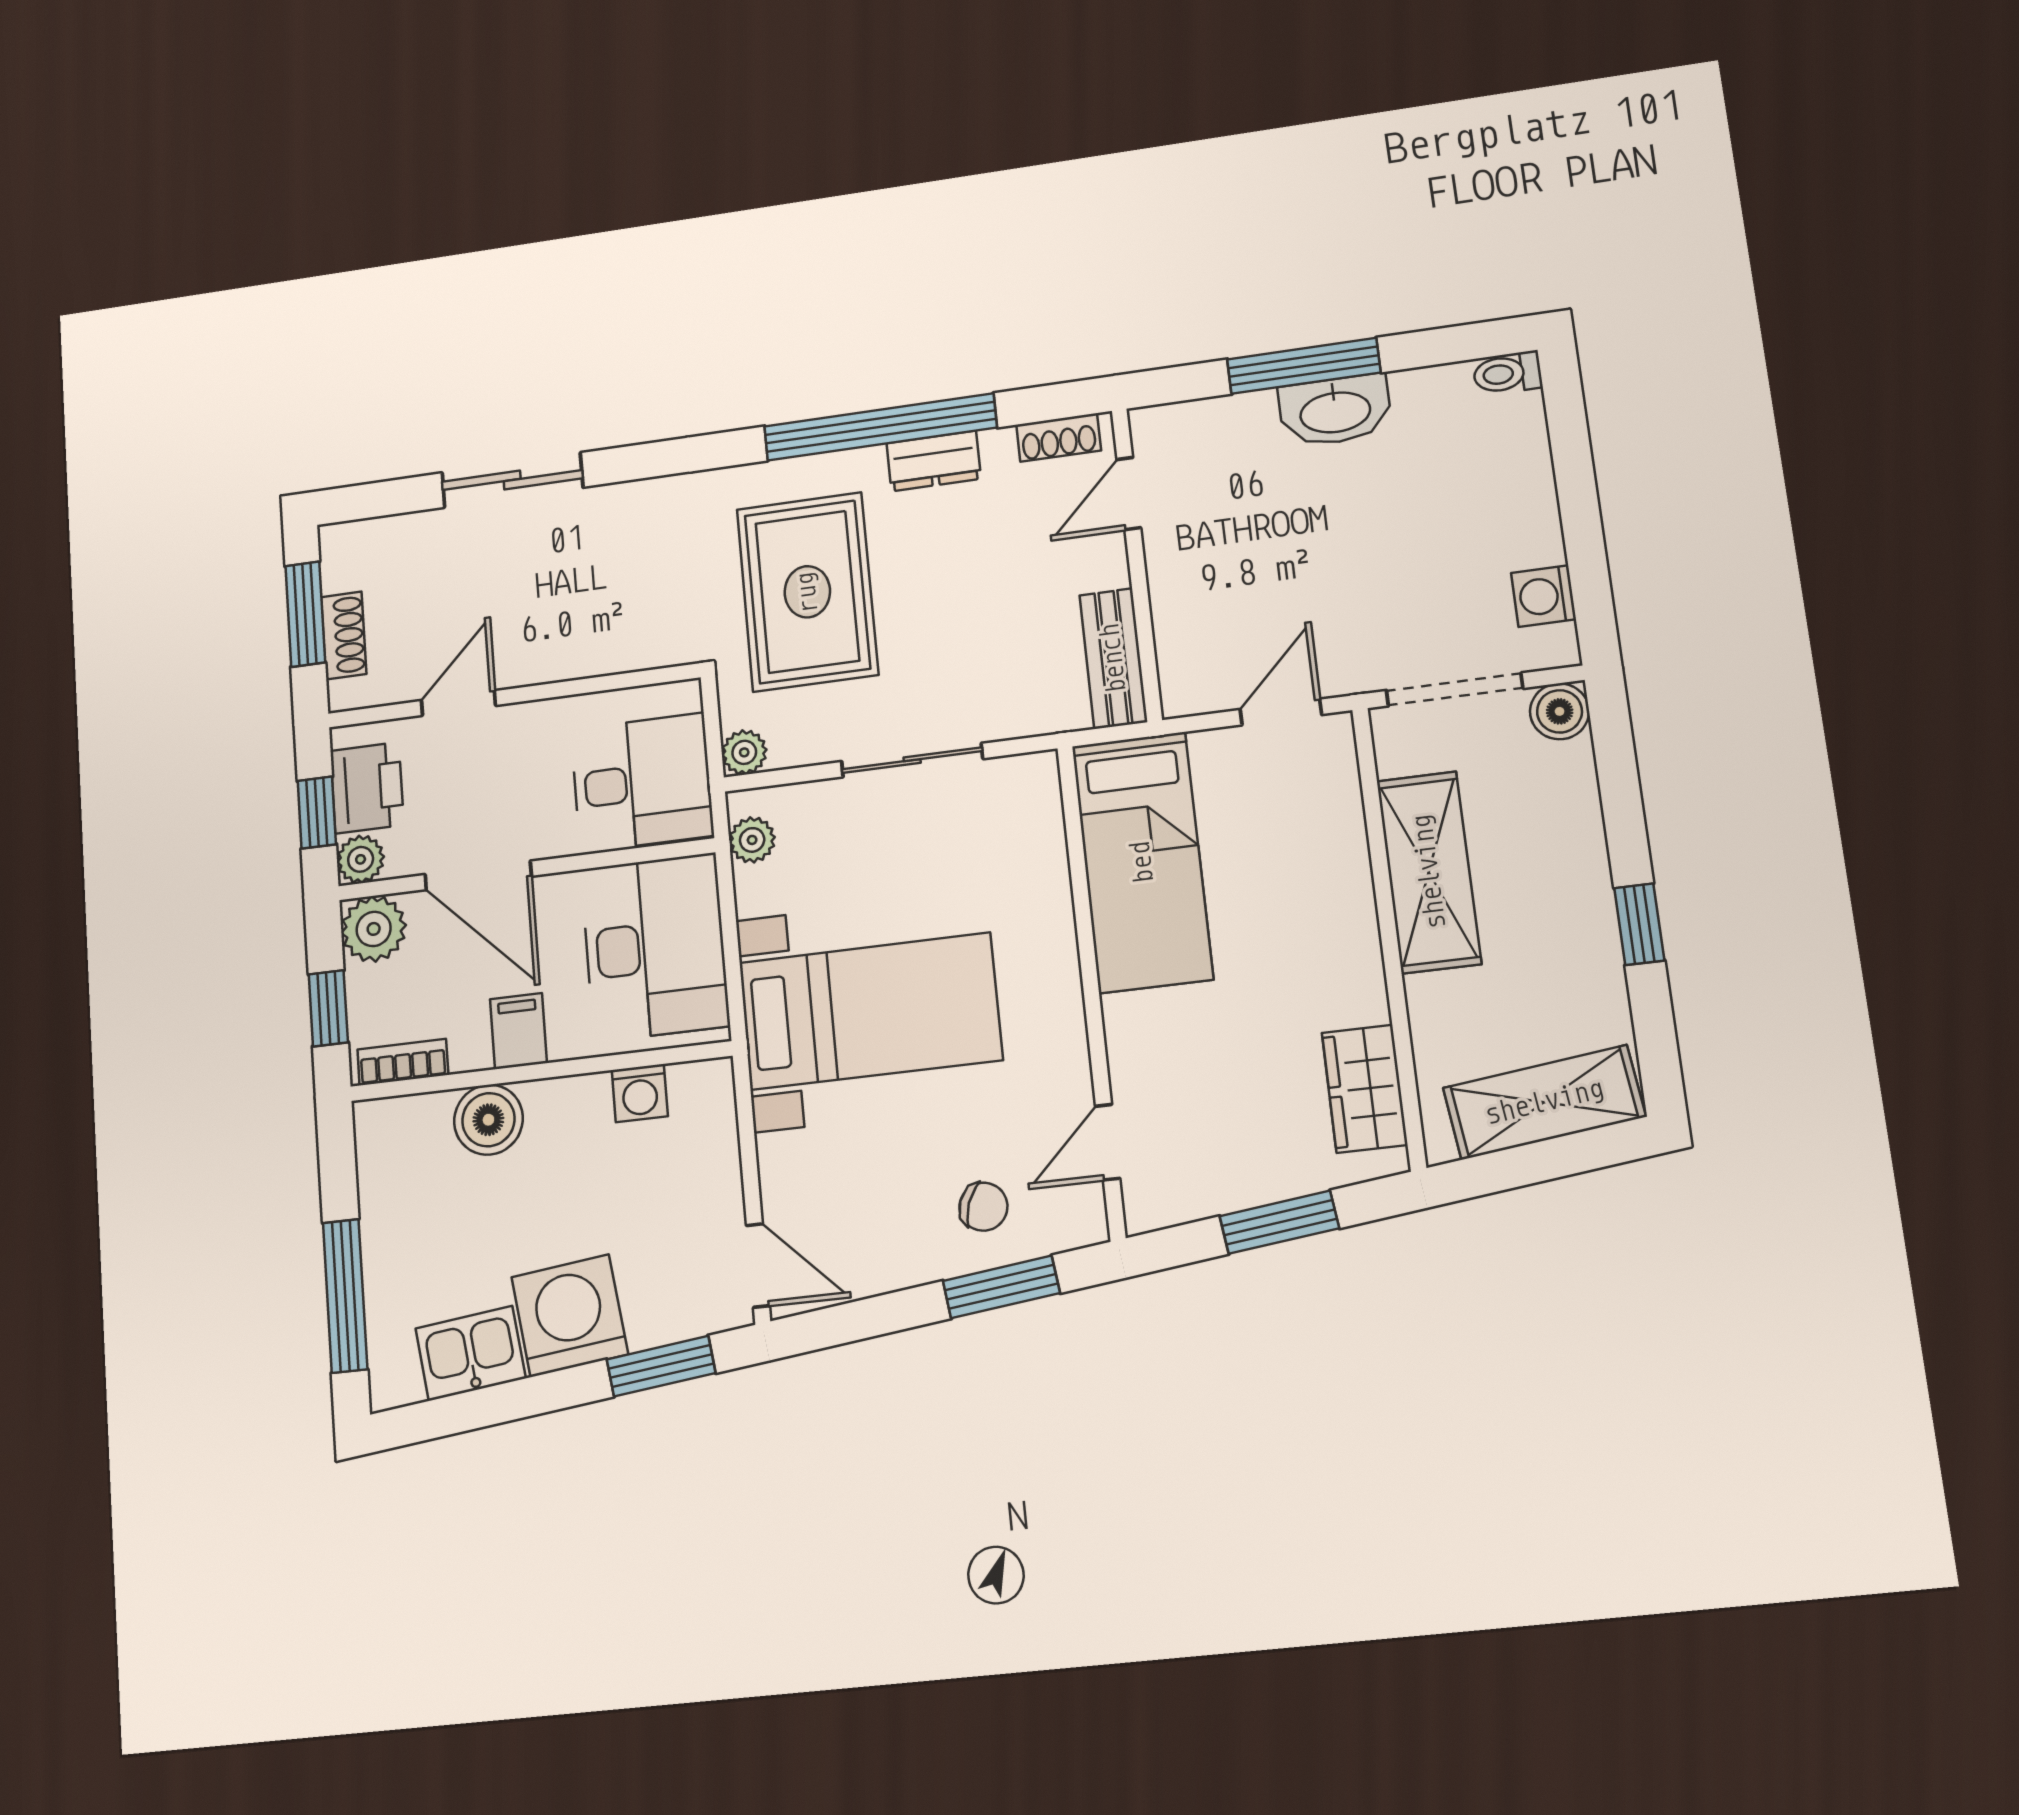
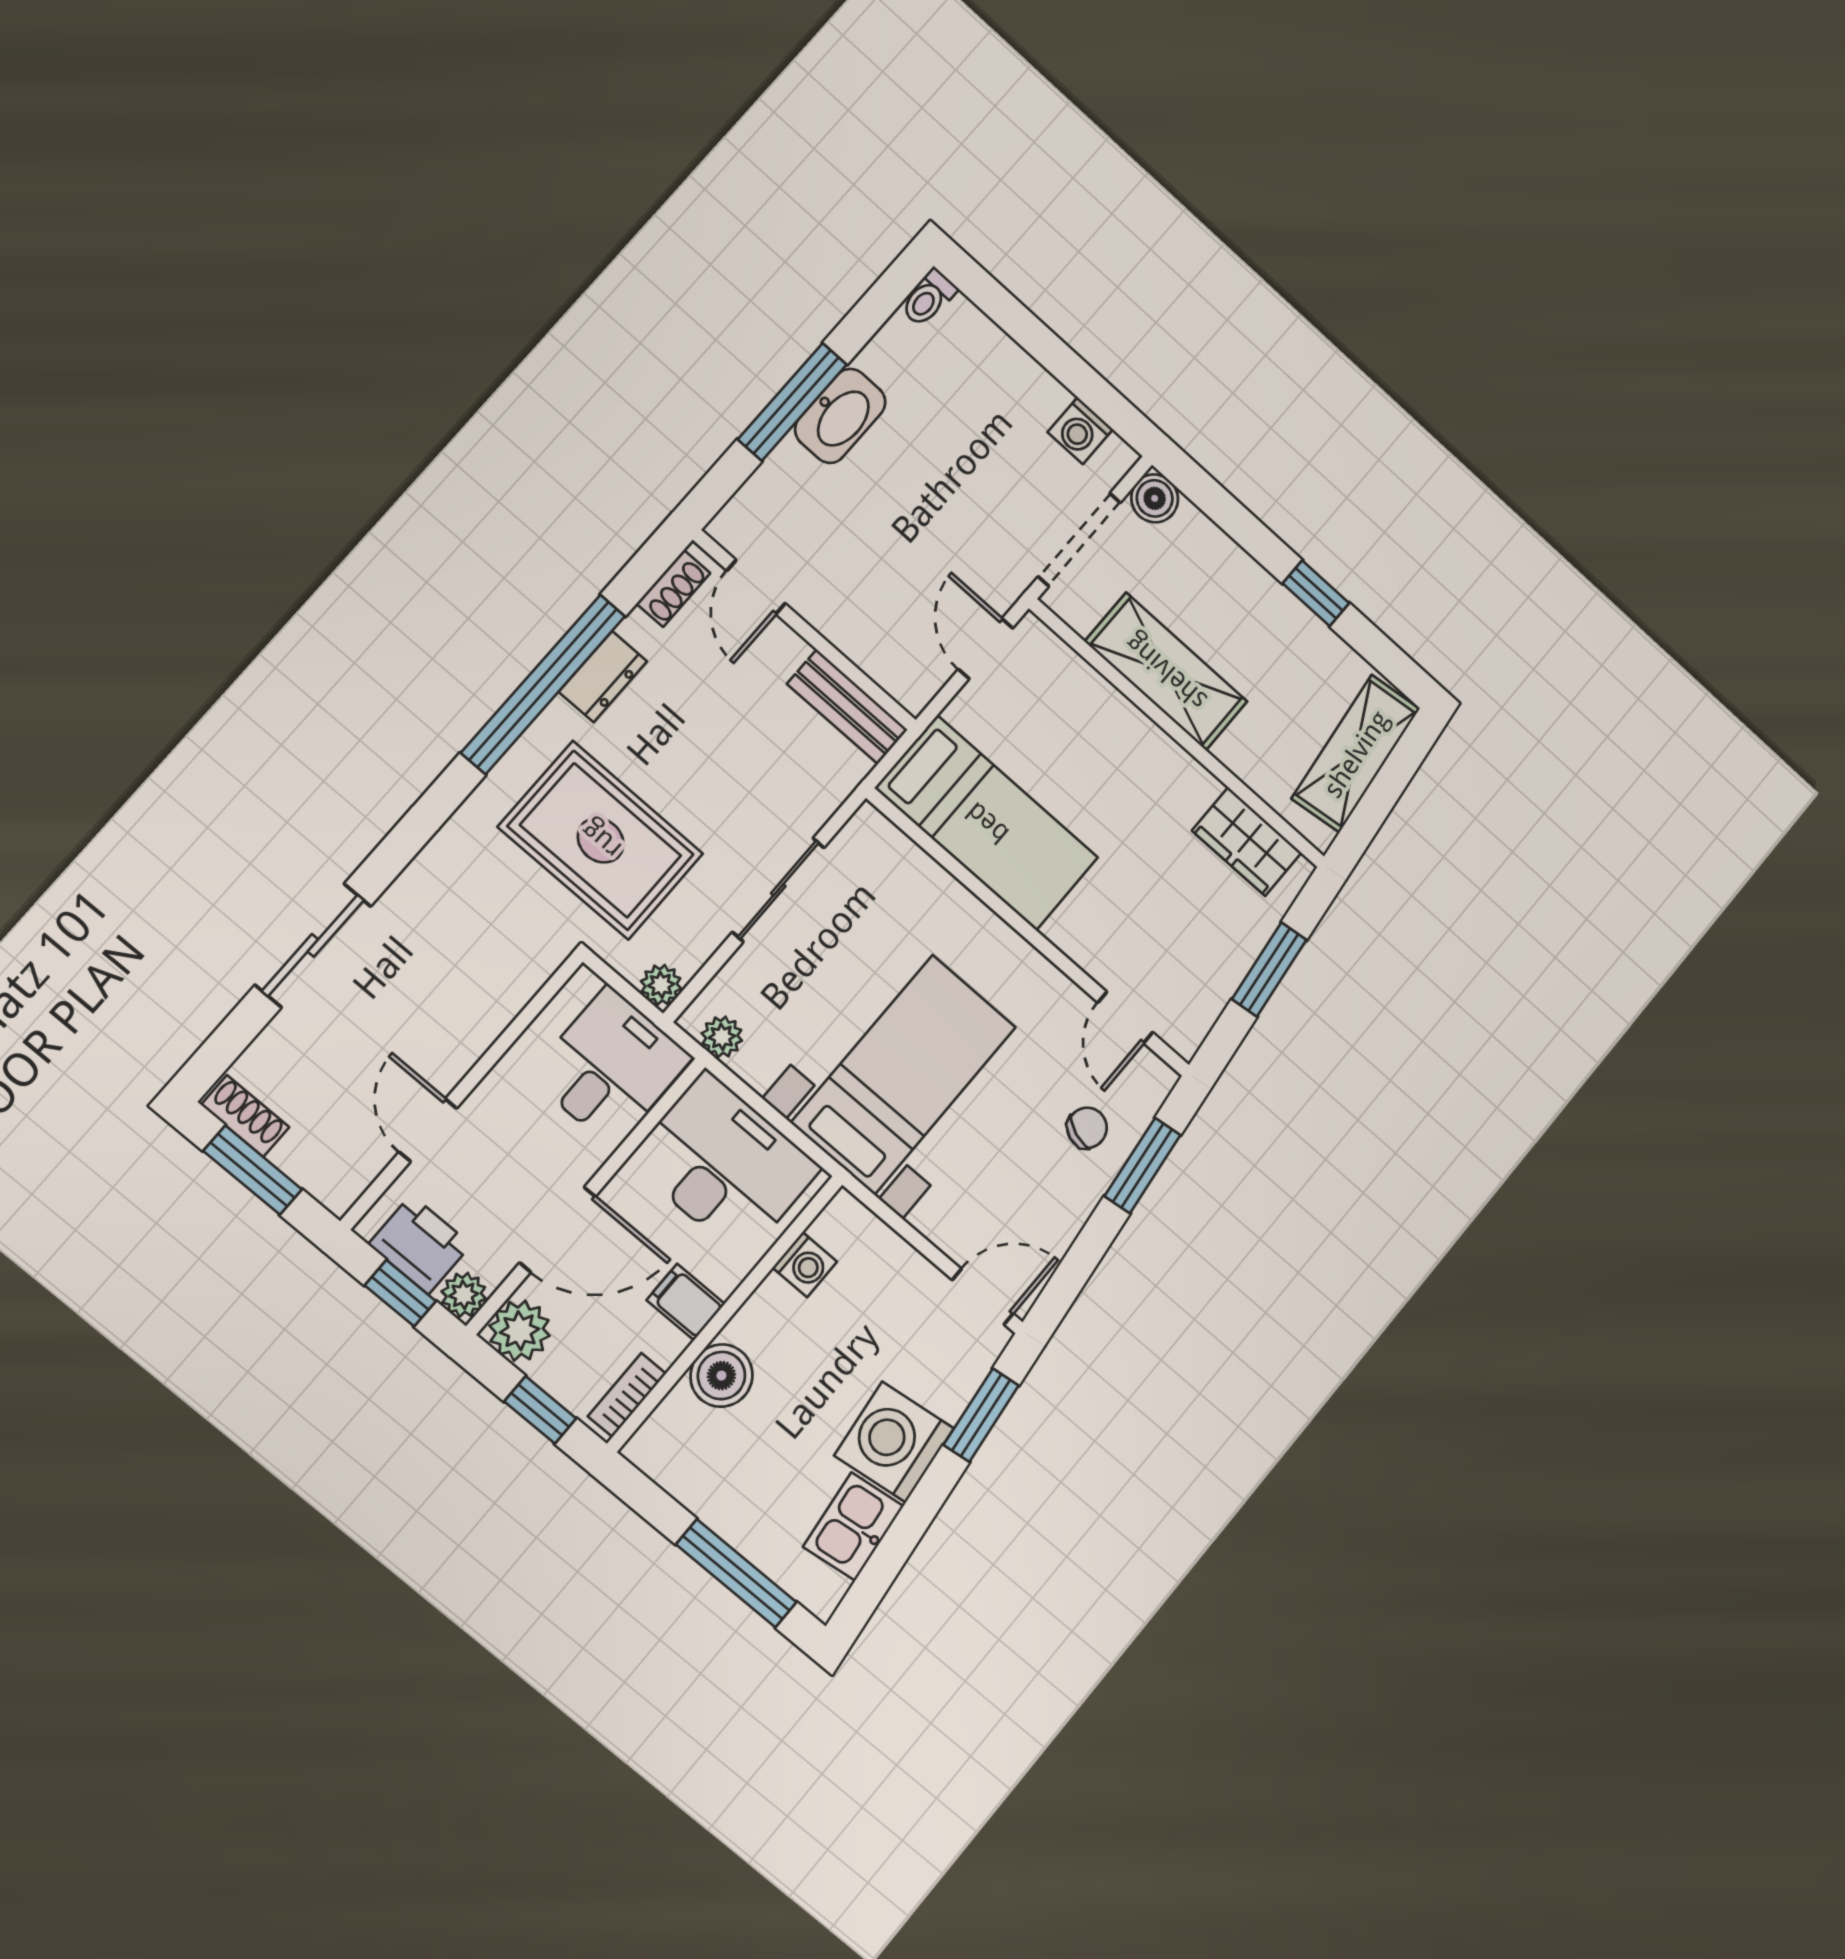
shoe rack: (344, 635) -> (245, 1116), moved

